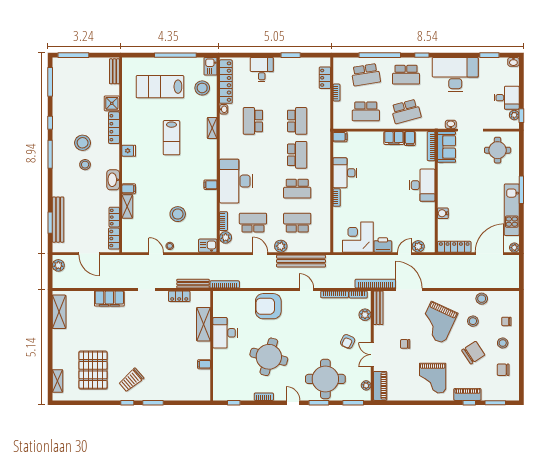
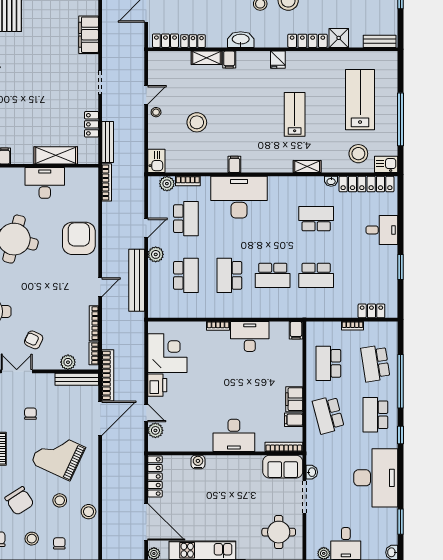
lab bench: (171, 138) -> (295, 114), turned 90

